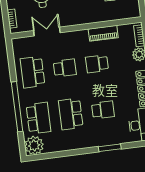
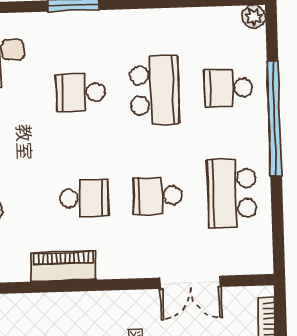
school desk: (33, 72) -> (232, 193), turned 180
school desk: (38, 118) -> (228, 88), width x0.54
plant: (34, 145) -> (254, 17), width x0.53, depth x0.53

